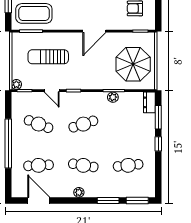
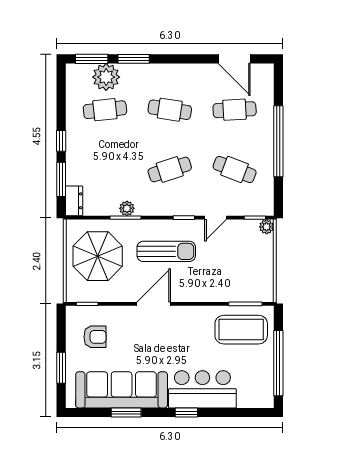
sun lounger: (48, 57) -> (166, 251), moved
door: (52, 91) -> (215, 218), swing flipped
plant: (79, 192) -> (106, 77), moved, width x1.88, depth x1.88

